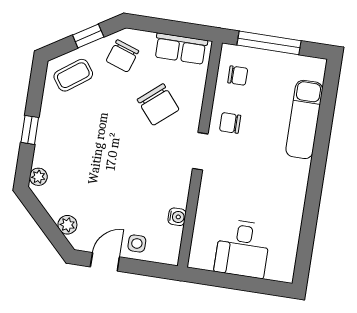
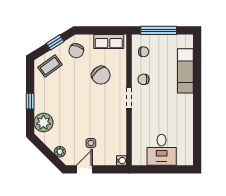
plant: (38, 177) -> (43, 123), width x1.87, depth x1.87
water cooler: (177, 217) -> (121, 161), moved
side table: (137, 243) -> (91, 143), moved

